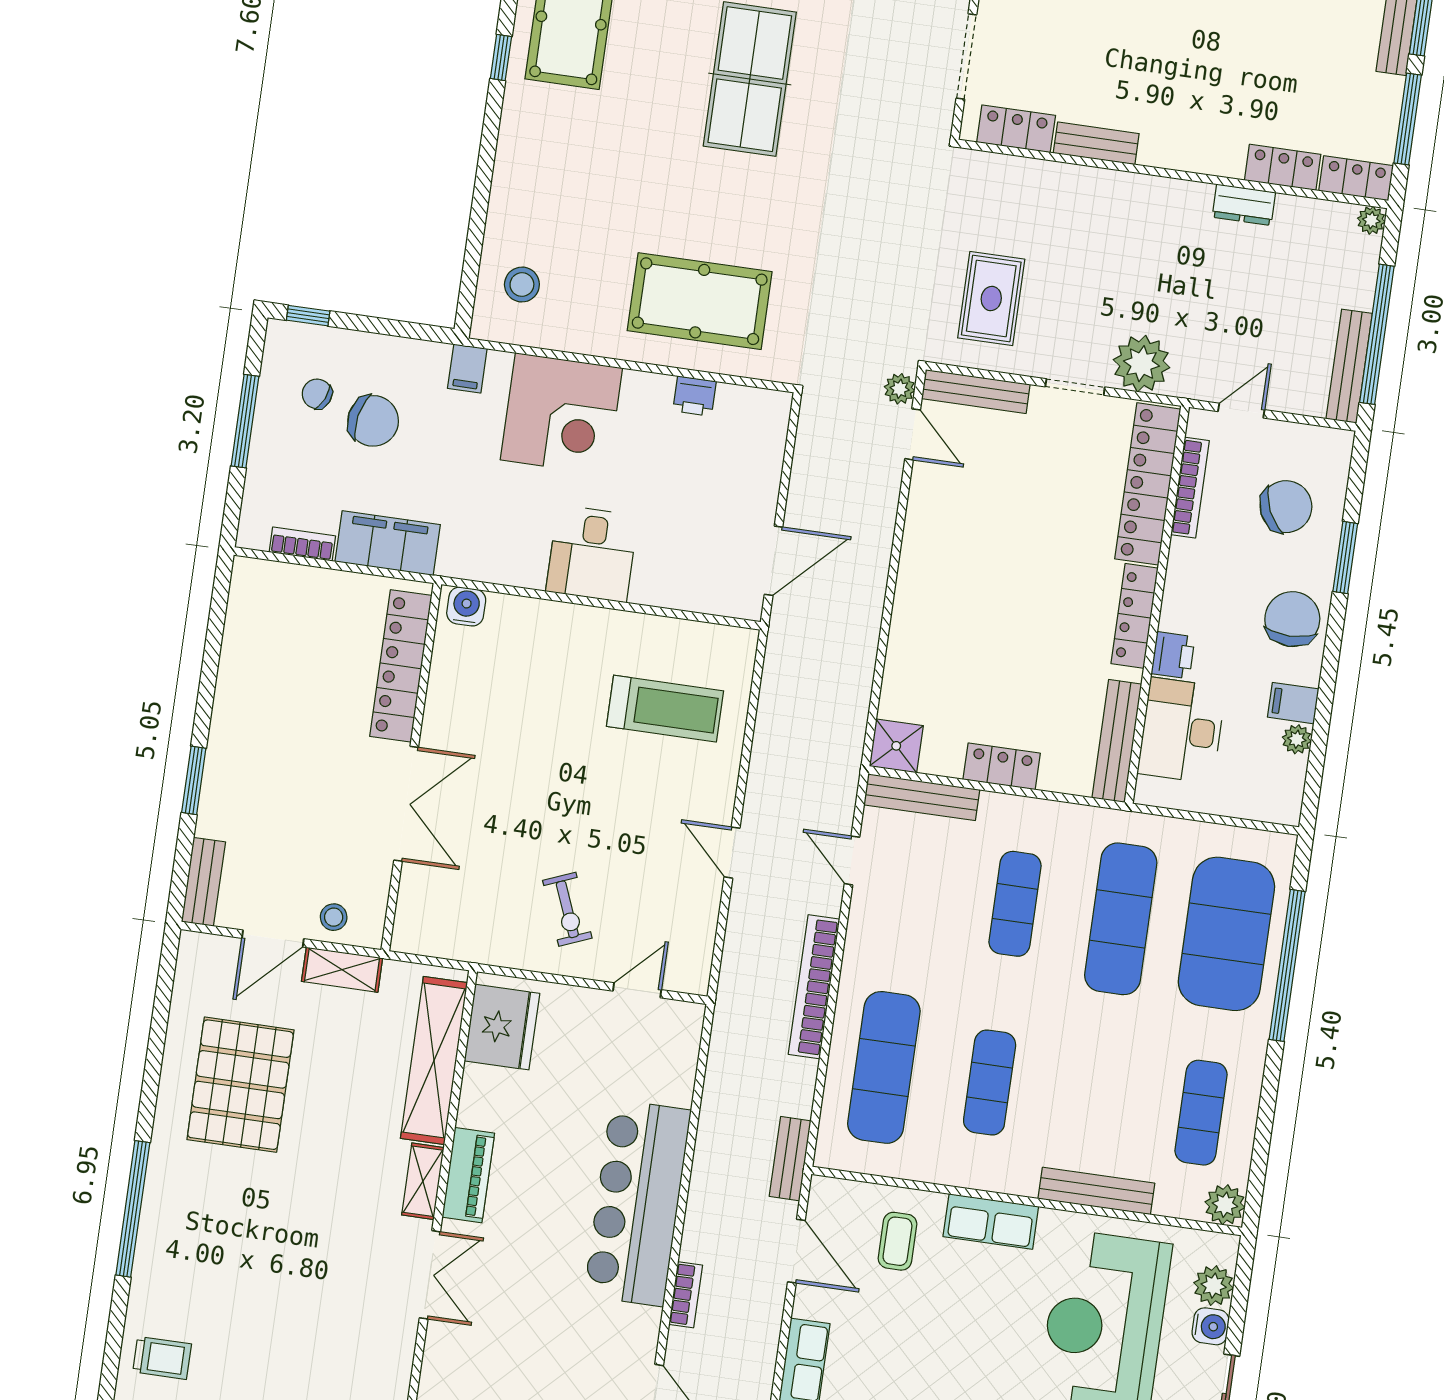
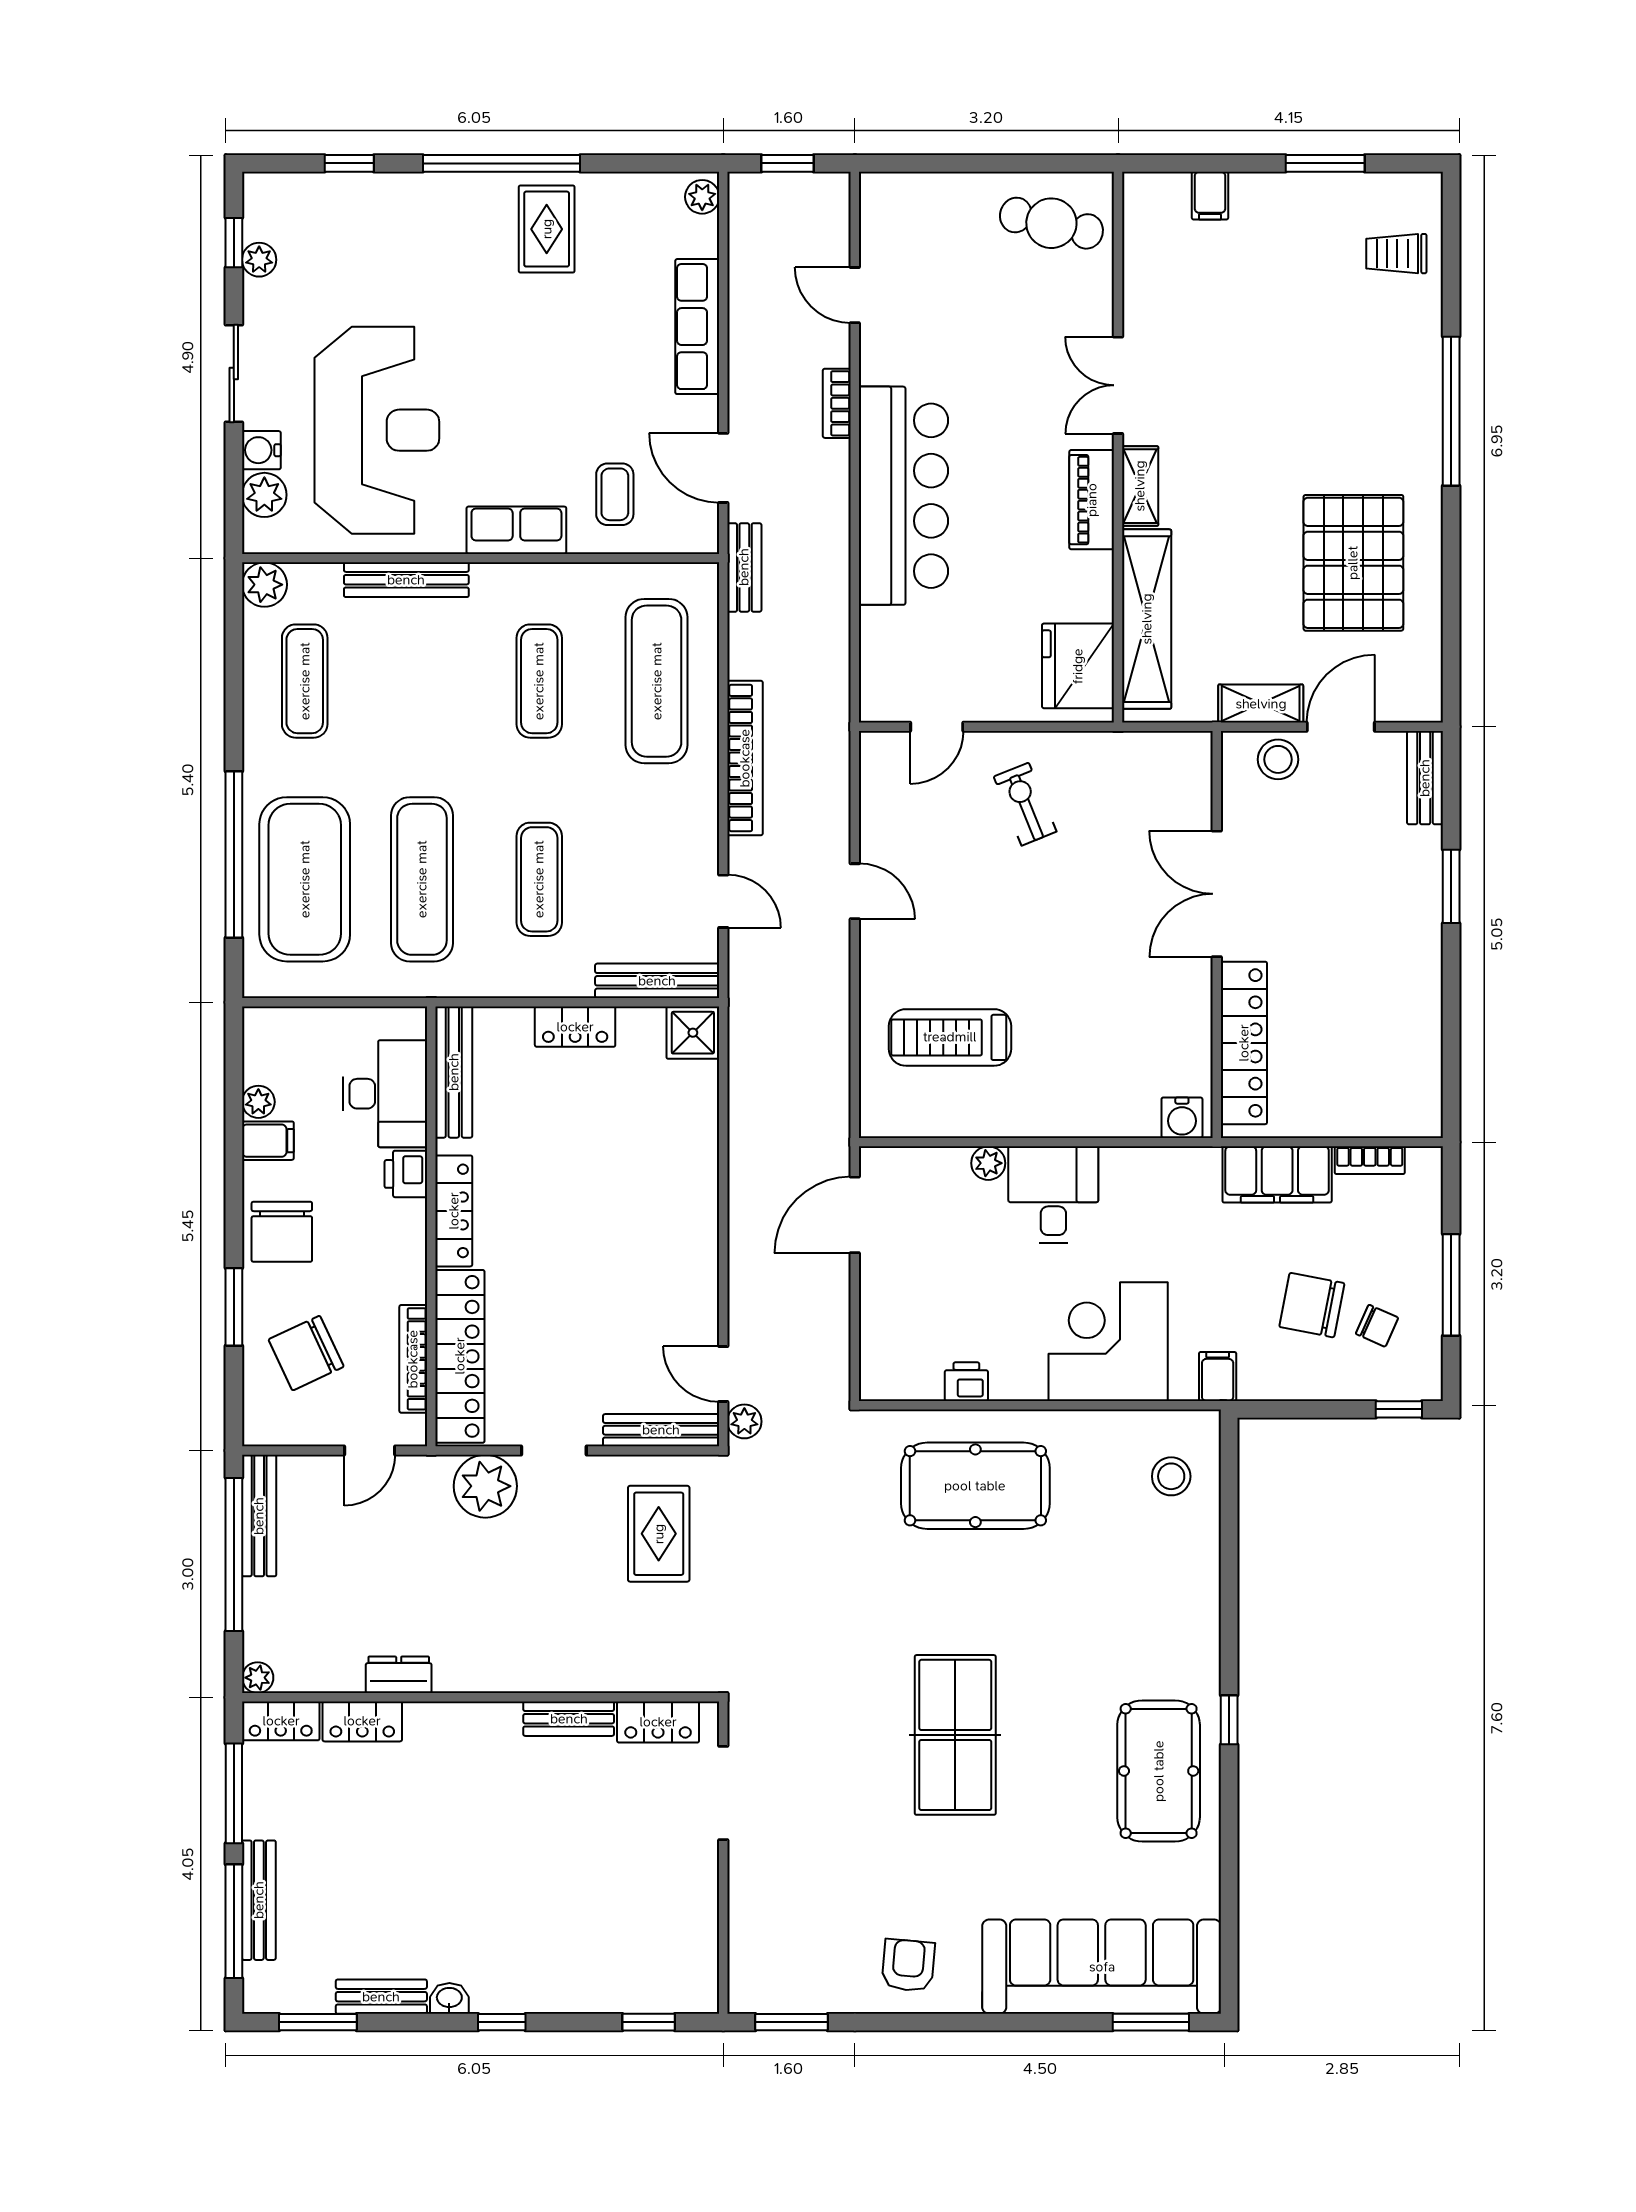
plant: (647, 590) -> (988, 1163), added
stool: (334, 917) -> (1278, 759), width x1.37, depth x1.37

